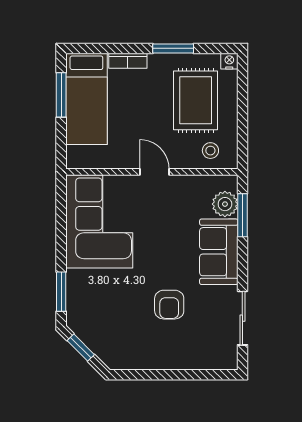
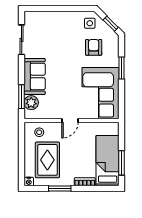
door: (154, 172) -> (70, 120), hinge flipped
window: (61, 292) -> (121, 68), moved
armchair: (169, 305) -> (94, 47), moved
side table: (119, 348) -> (90, 23), added

